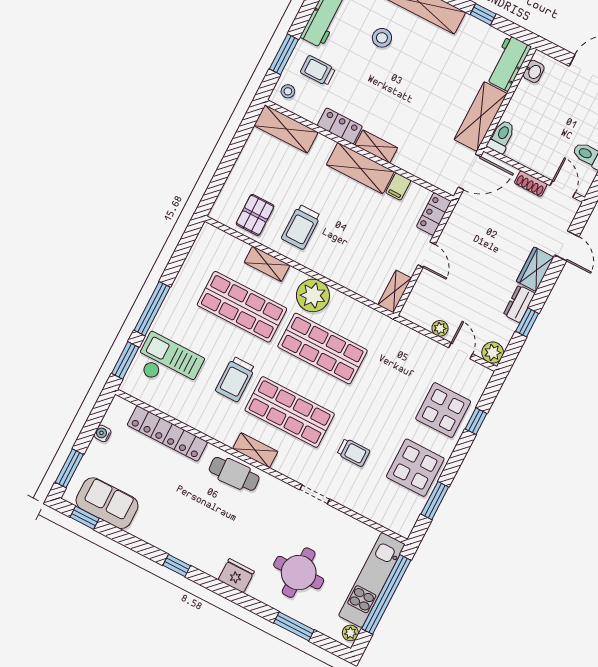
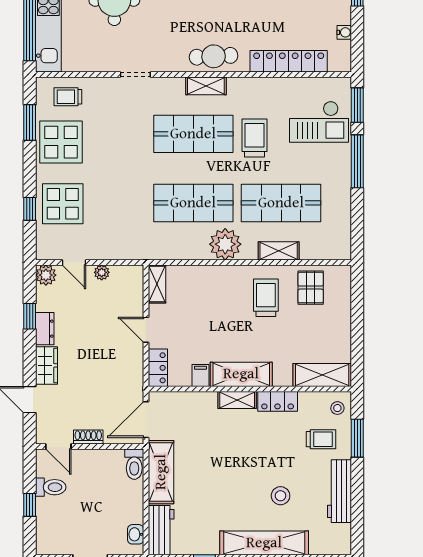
trolley: (353, 452) -> (68, 97), moved

